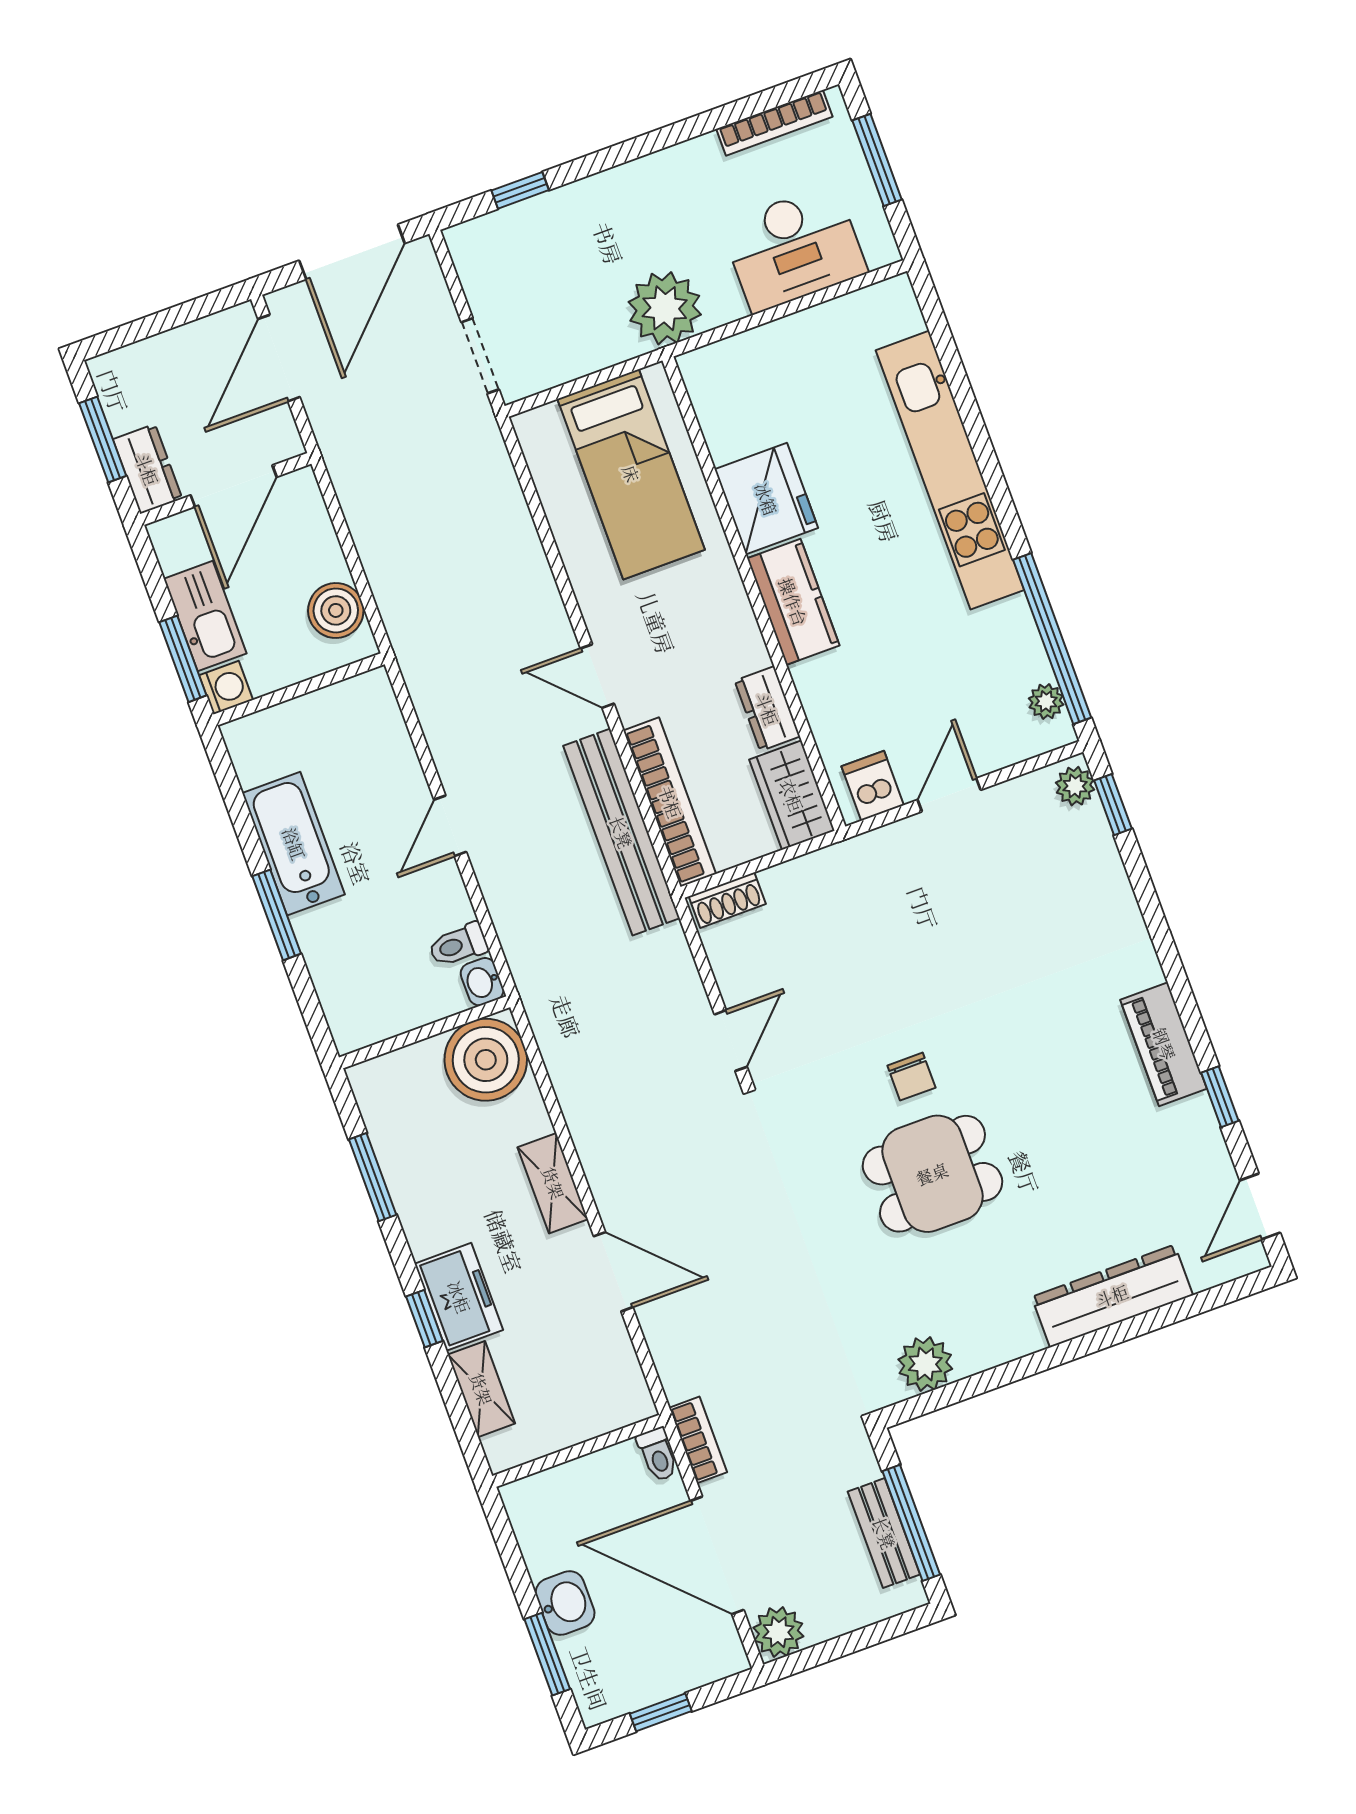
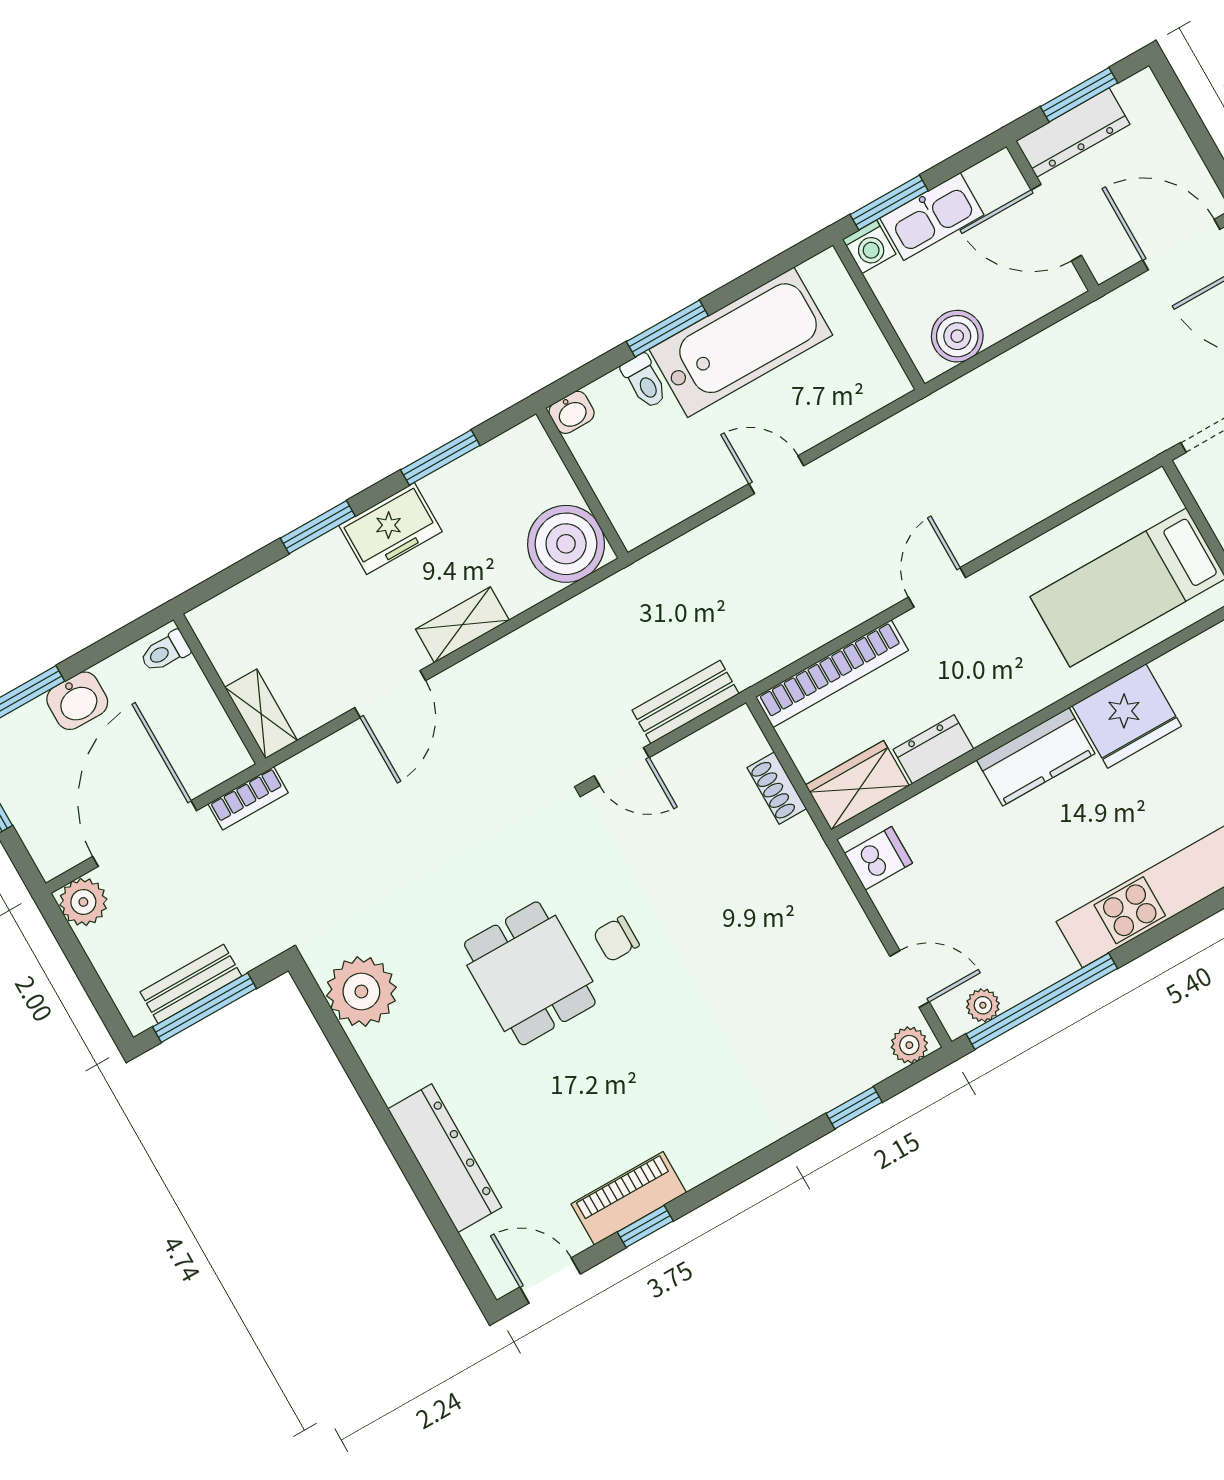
dresser: (147, 469) -> (1073, 133), width x1.44
door: (949, 795) -> (909, 979), moved
window: (1113, 805) -> (854, 1108), moved
bench: (621, 832) -> (686, 702), moved, width x0.54, depth x0.82
bathtub: (294, 844) -> (741, 342), width x1.36, depth x1.36
shoe rack: (727, 900) -> (777, 788), moved
toilet: (458, 945) -> (645, 381), moved, turned 180
washbasin: (482, 982) -> (572, 412), moved, turned 180
piano: (1164, 1044) -> (629, 1198), moved
freezer: (459, 1297) -> (390, 529), moved
window: (424, 1319) -> (318, 527), width x1.50
plant: (925, 1364) -> (361, 991), width x1.36, depth x1.36
shelving: (481, 1389) -> (261, 714), moved, turned 90
toilet: (658, 1455) -> (165, 652), moved

